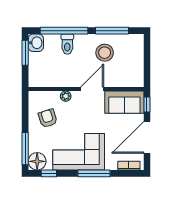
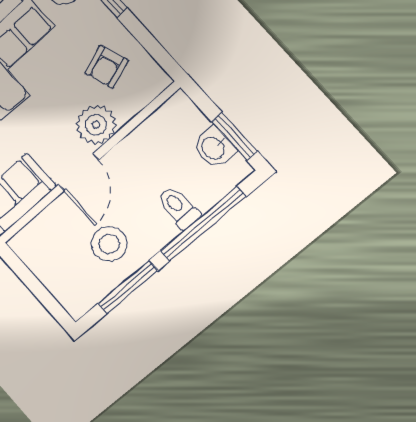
washbasin: (36, 43) -> (214, 148), moved
plant: (66, 96) -> (96, 125), width x1.88, depth x1.88
armchair: (48, 118) -> (106, 67), turned 89

